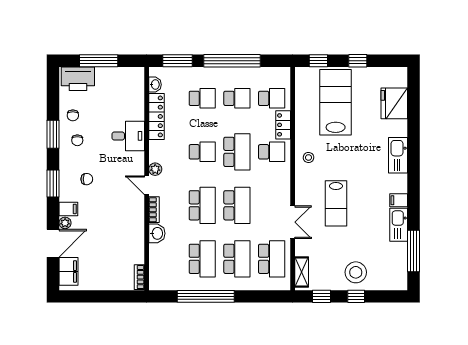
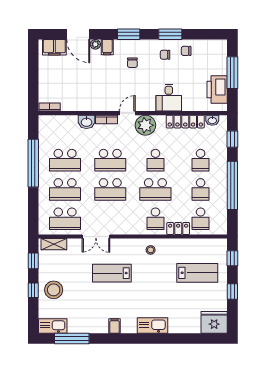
window: (177, 61) -> (232, 139), width x0.67
printer: (78, 79) -> (217, 89), moved
lab bench: (336, 102) -> (197, 273), width x0.73, depth x0.72
fridge: (394, 103) -> (214, 322), moved
plant: (155, 169) -> (145, 125), width x1.87, depth x1.87
kitchen sink: (399, 225) -> (53, 326), moved

